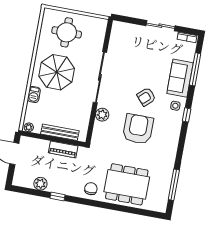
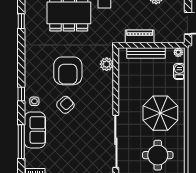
sliding door: (100, 77) -> (116, 141), moved
barbecue: (34, 94) -> (179, 71), moved
plant: (102, 115) -> (107, 64), moved
window: (174, 185) -> (21, 21), width x0.46

